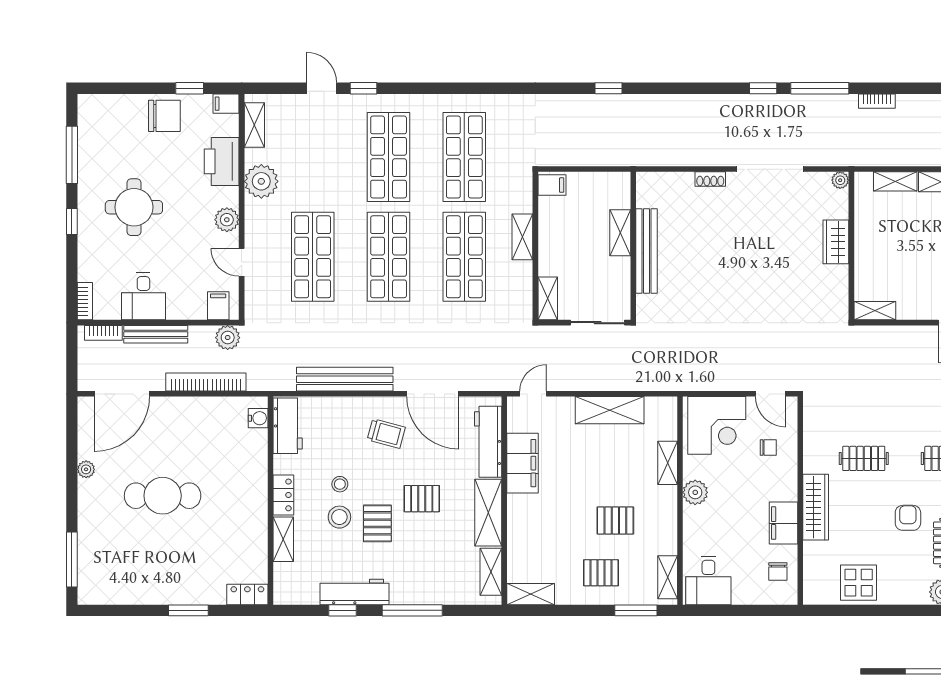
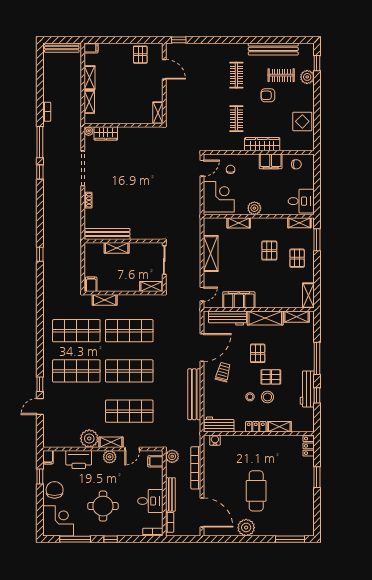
corner desk: (106, 123) -> (58, 521), added
shelving: (254, 125) -> (111, 442), moved
shelving: (522, 237) -> (105, 300), moved
wardrobe: (836, 242) -> (106, 133), moved
bench: (647, 251) -> (107, 234), moved
door: (533, 394) -> (202, 294), swing flipped
plant: (86, 469) -> (246, 528), width x1.87, depth x1.87

